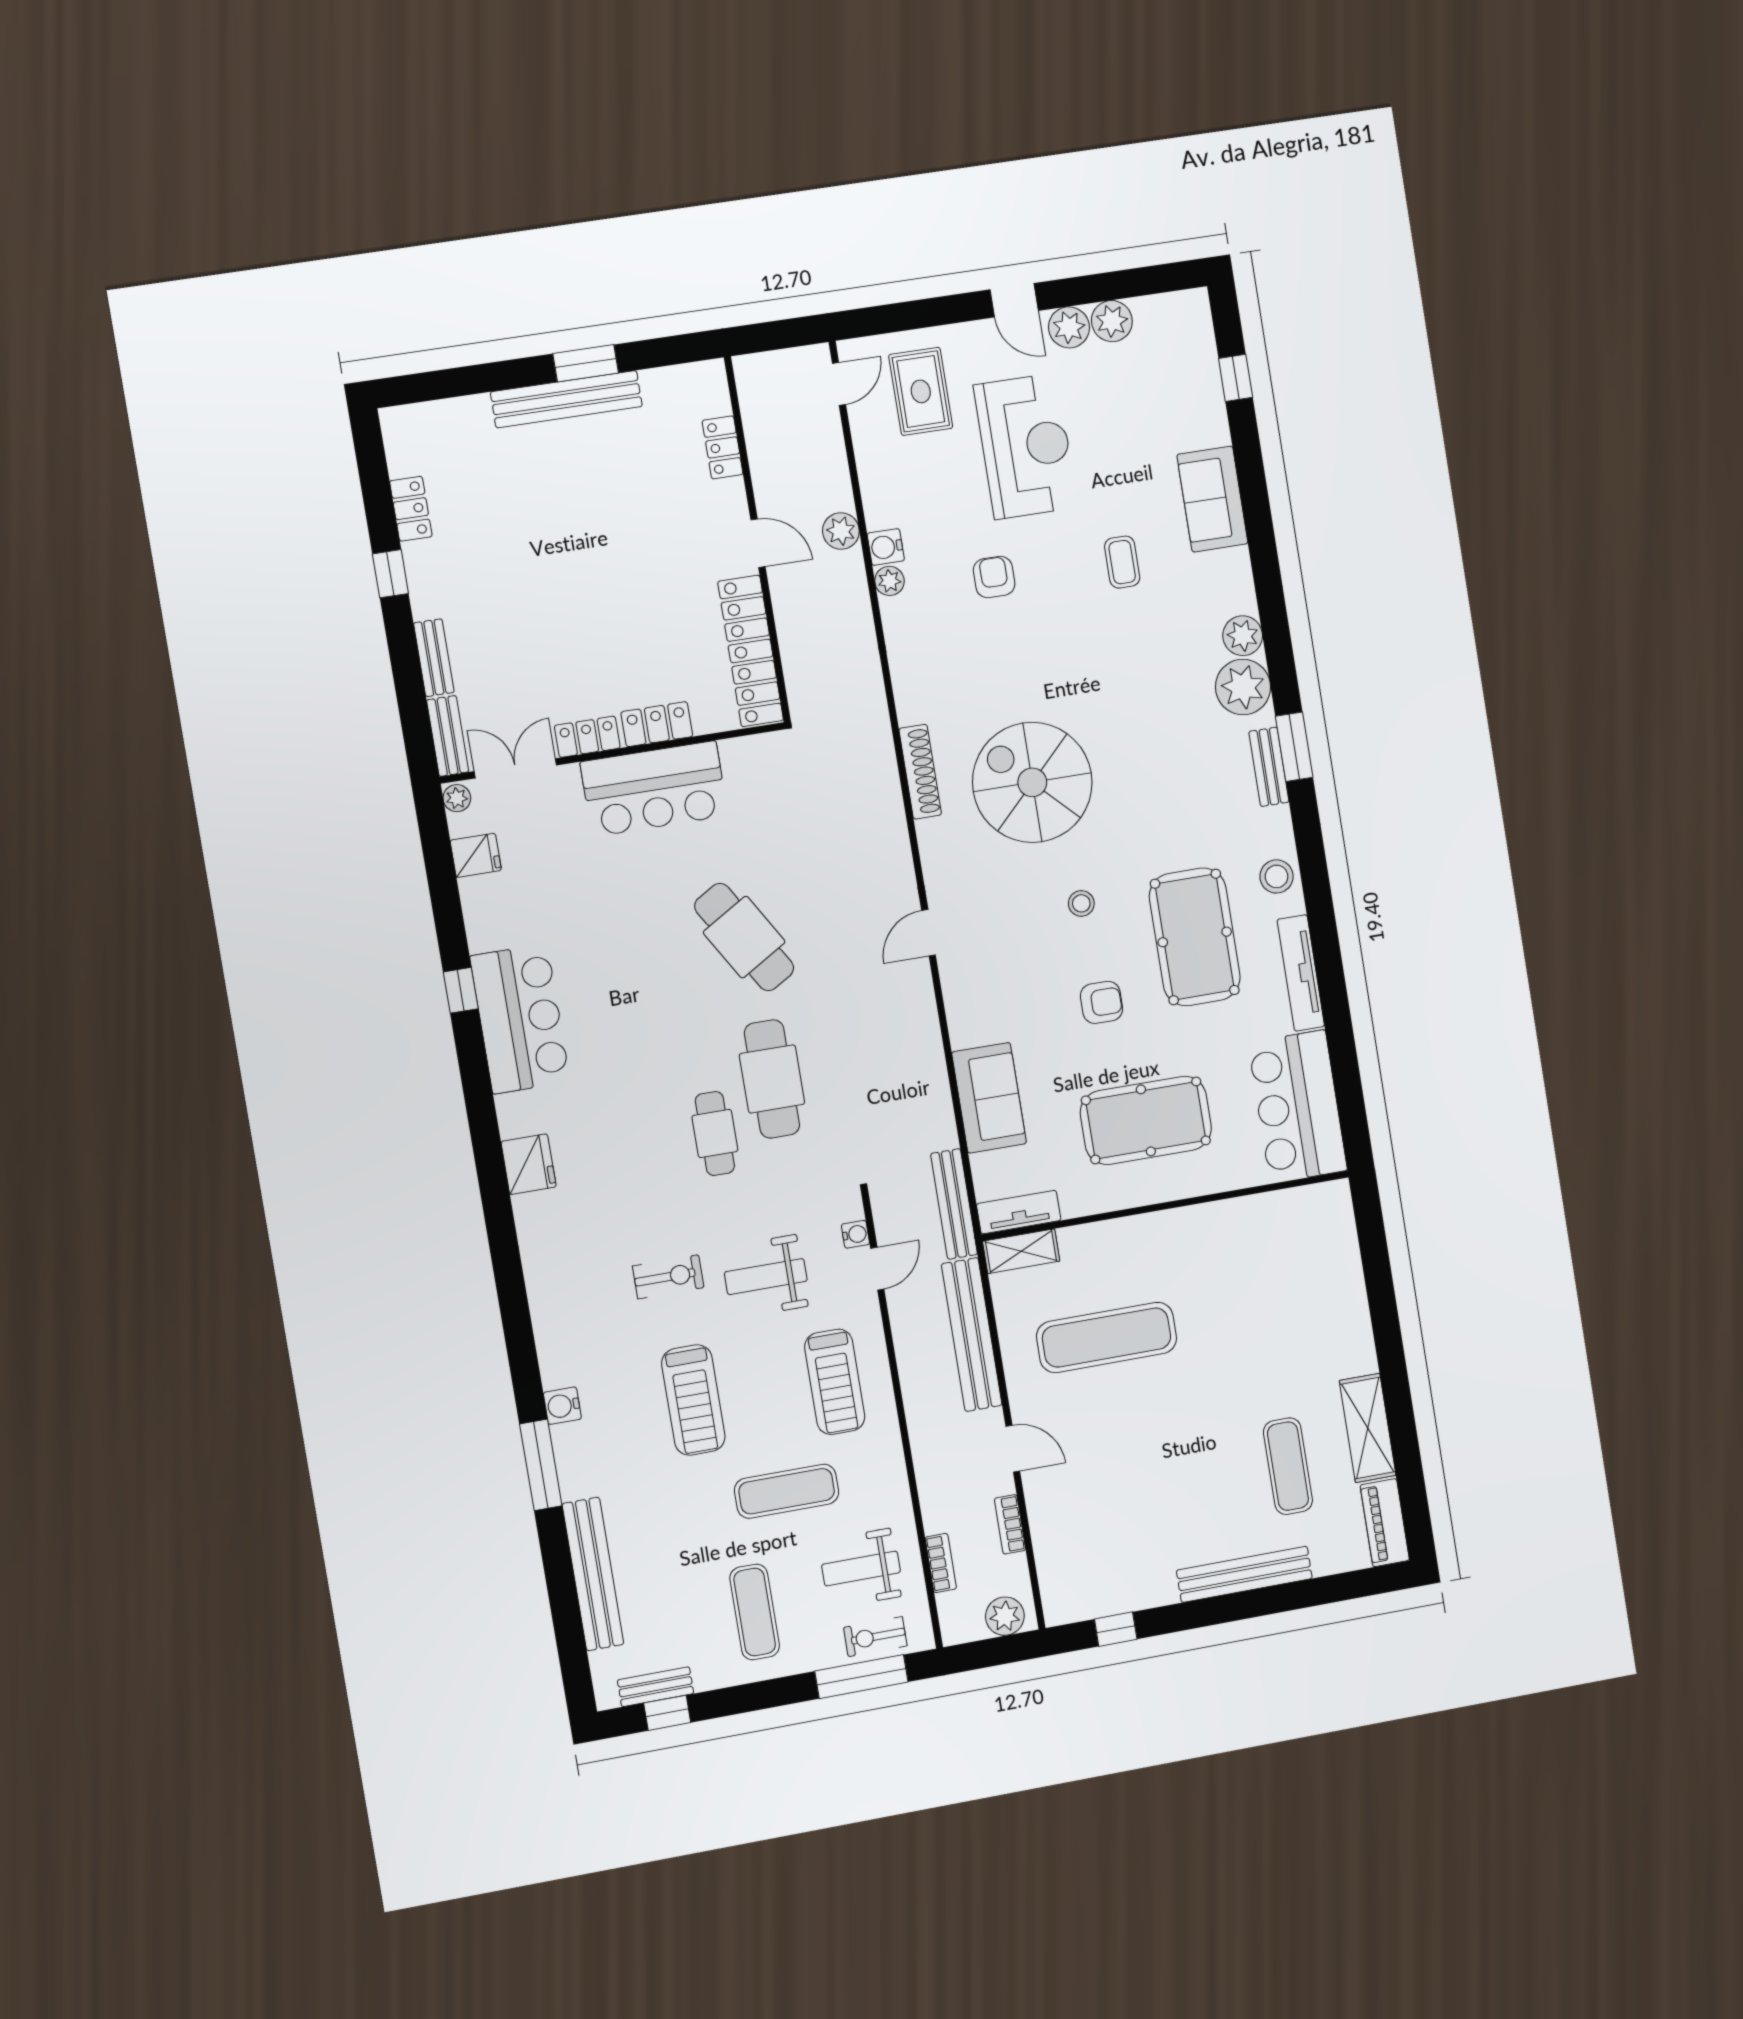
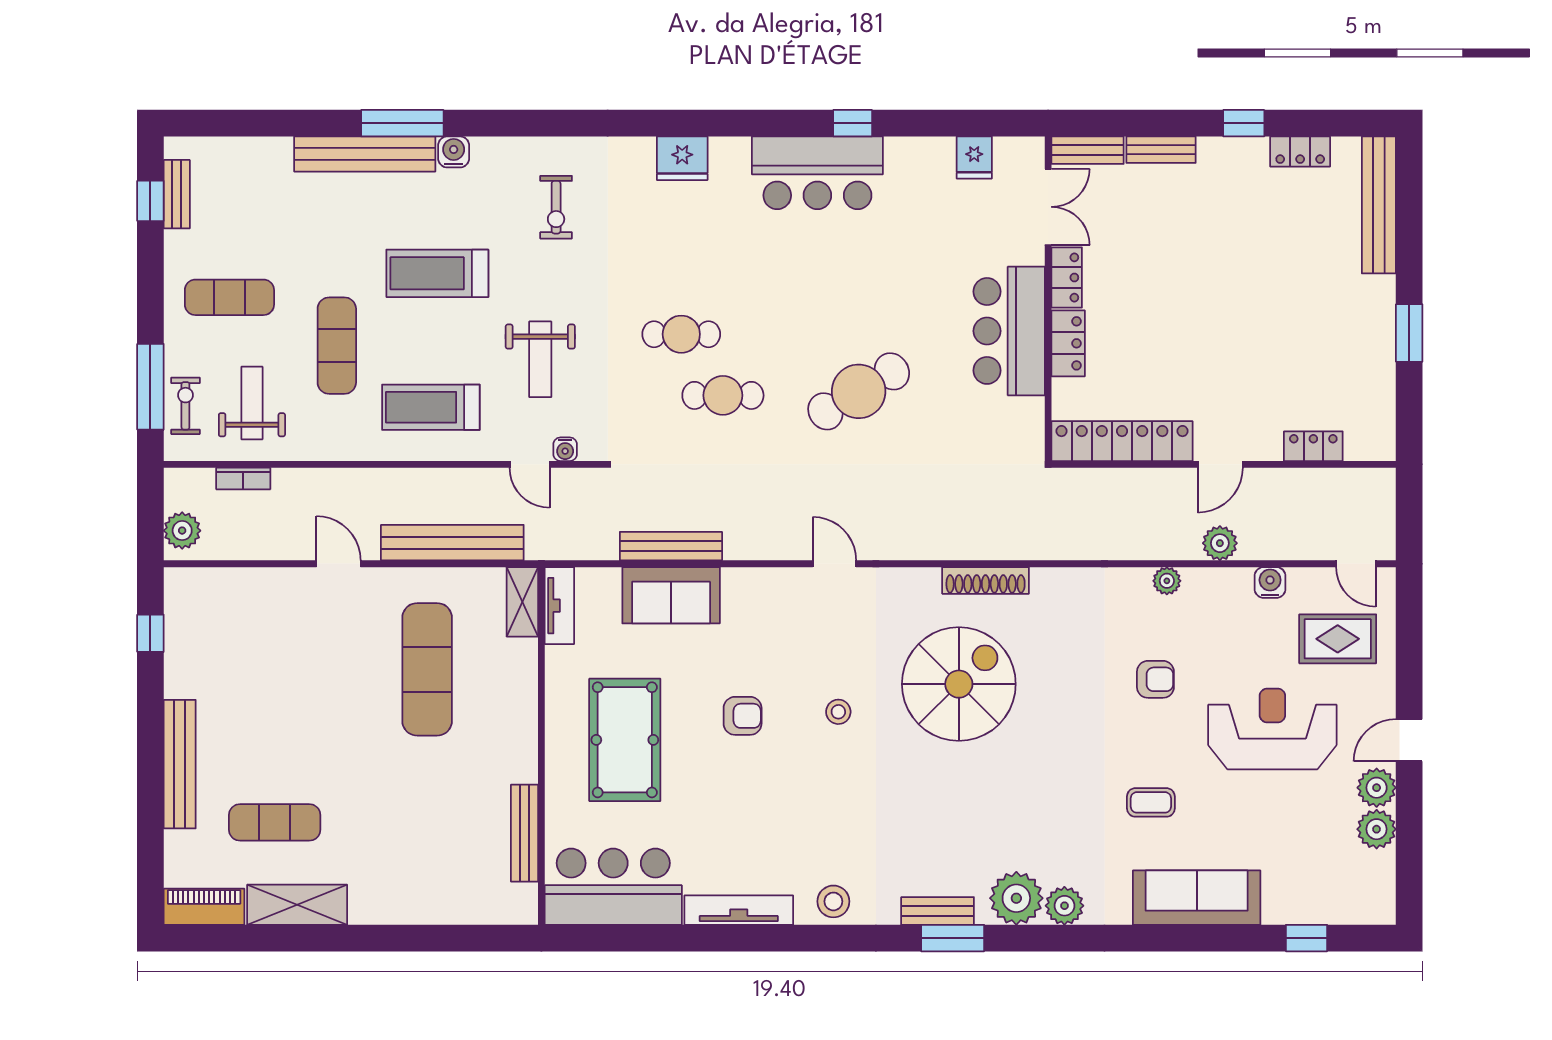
bench: (566, 399) -> (1379, 205), moved
reception desk: (1026, 446) -> (1272, 729), turned 180
sofa: (1212, 499) -> (1197, 898), width x1.36
water cooler: (886, 547) -> (1270, 582), moved
plant: (457, 798) -> (1029, 149), removed
pool table: (1195, 937) -> (789, 814), removed
armchair: (1101, 1002) -> (743, 716), turned -90
cafe table: (772, 1079) -> (723, 395), width x0.73, depth x0.74
bench: (954, 1204) -> (671, 546), moved
bench: (1258, 1208) -> (524, 833), added
exercise bike: (668, 1277) -> (556, 207), moved
weight bench: (766, 1277) -> (540, 359), turned 180
door: (1013, 1449) -> (338, 564), swing flipped
bookcase: (1010, 1524) -> (268, 549), removed
bench: (593, 1574) -> (365, 154), moved

